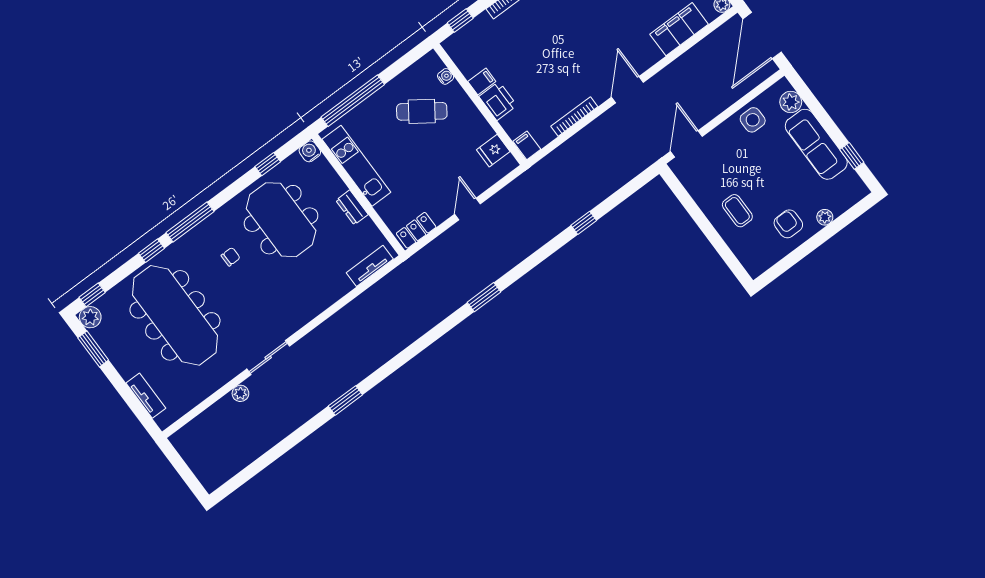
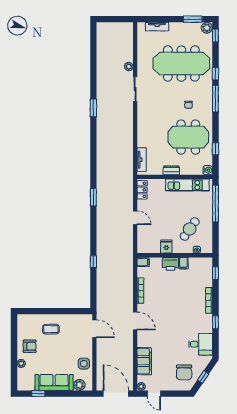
fridge: (493, 151) -> (166, 246), moved

